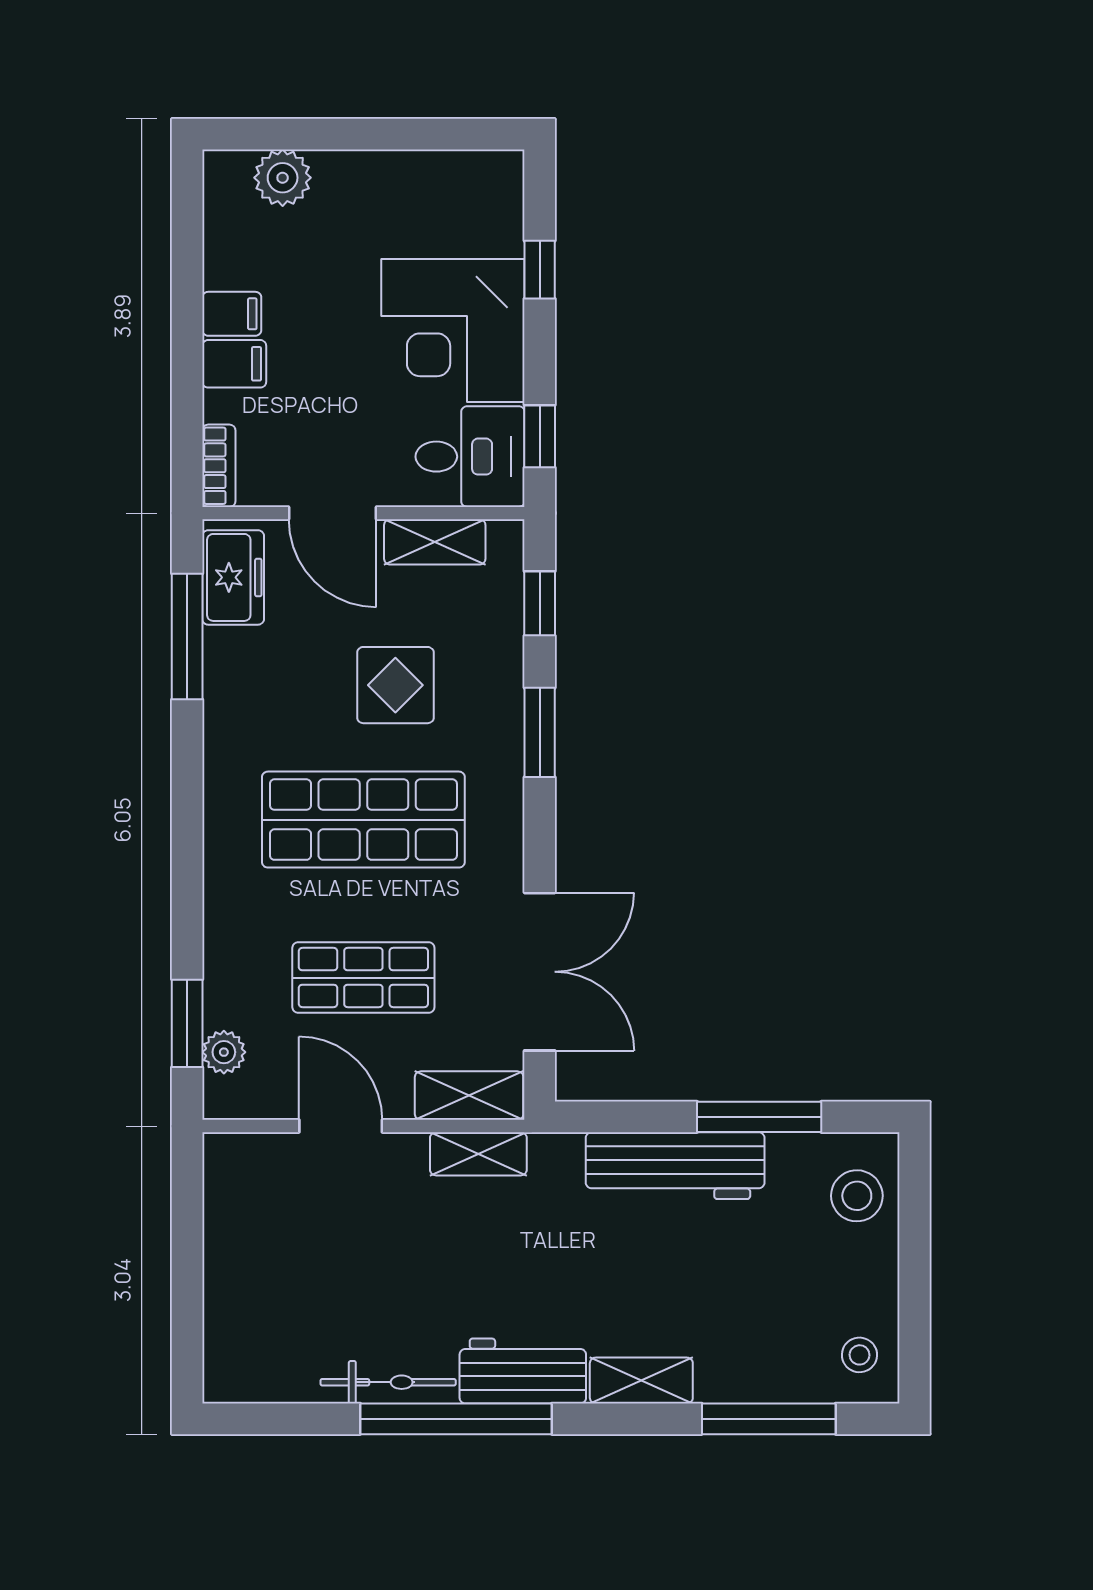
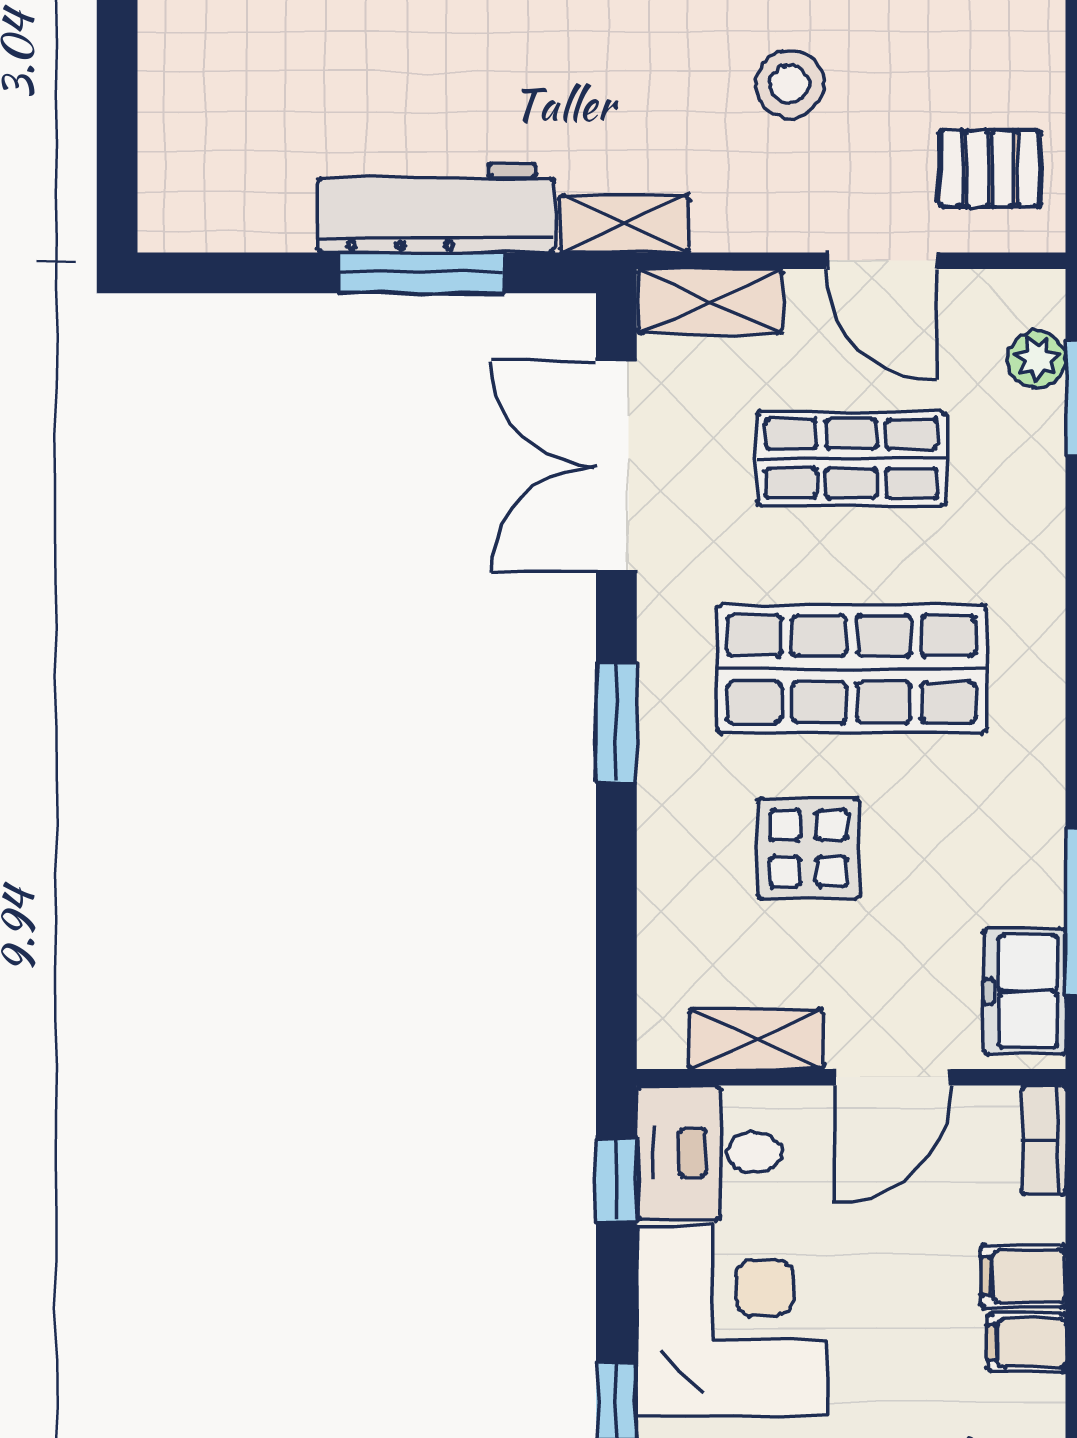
door: (332, 513) -> (892, 1077), swing flipped
window: (540, 603) -> (616, 957), removed
window: (540, 732) -> (616, 722), moved
window: (759, 1117) -> (421, 273), moved
shelving: (478, 1154) -> (624, 224), moved
pallet: (259, 1195) -> (990, 168), added
stool: (857, 1196) -> (789, 84), moved

